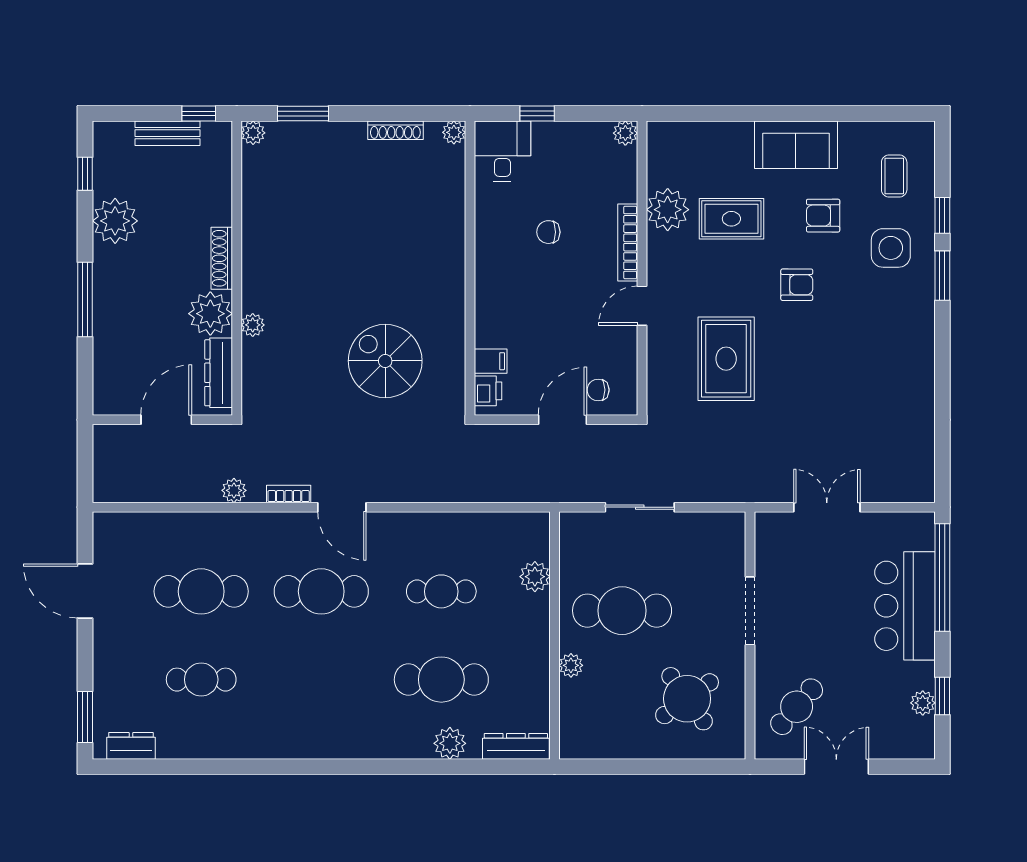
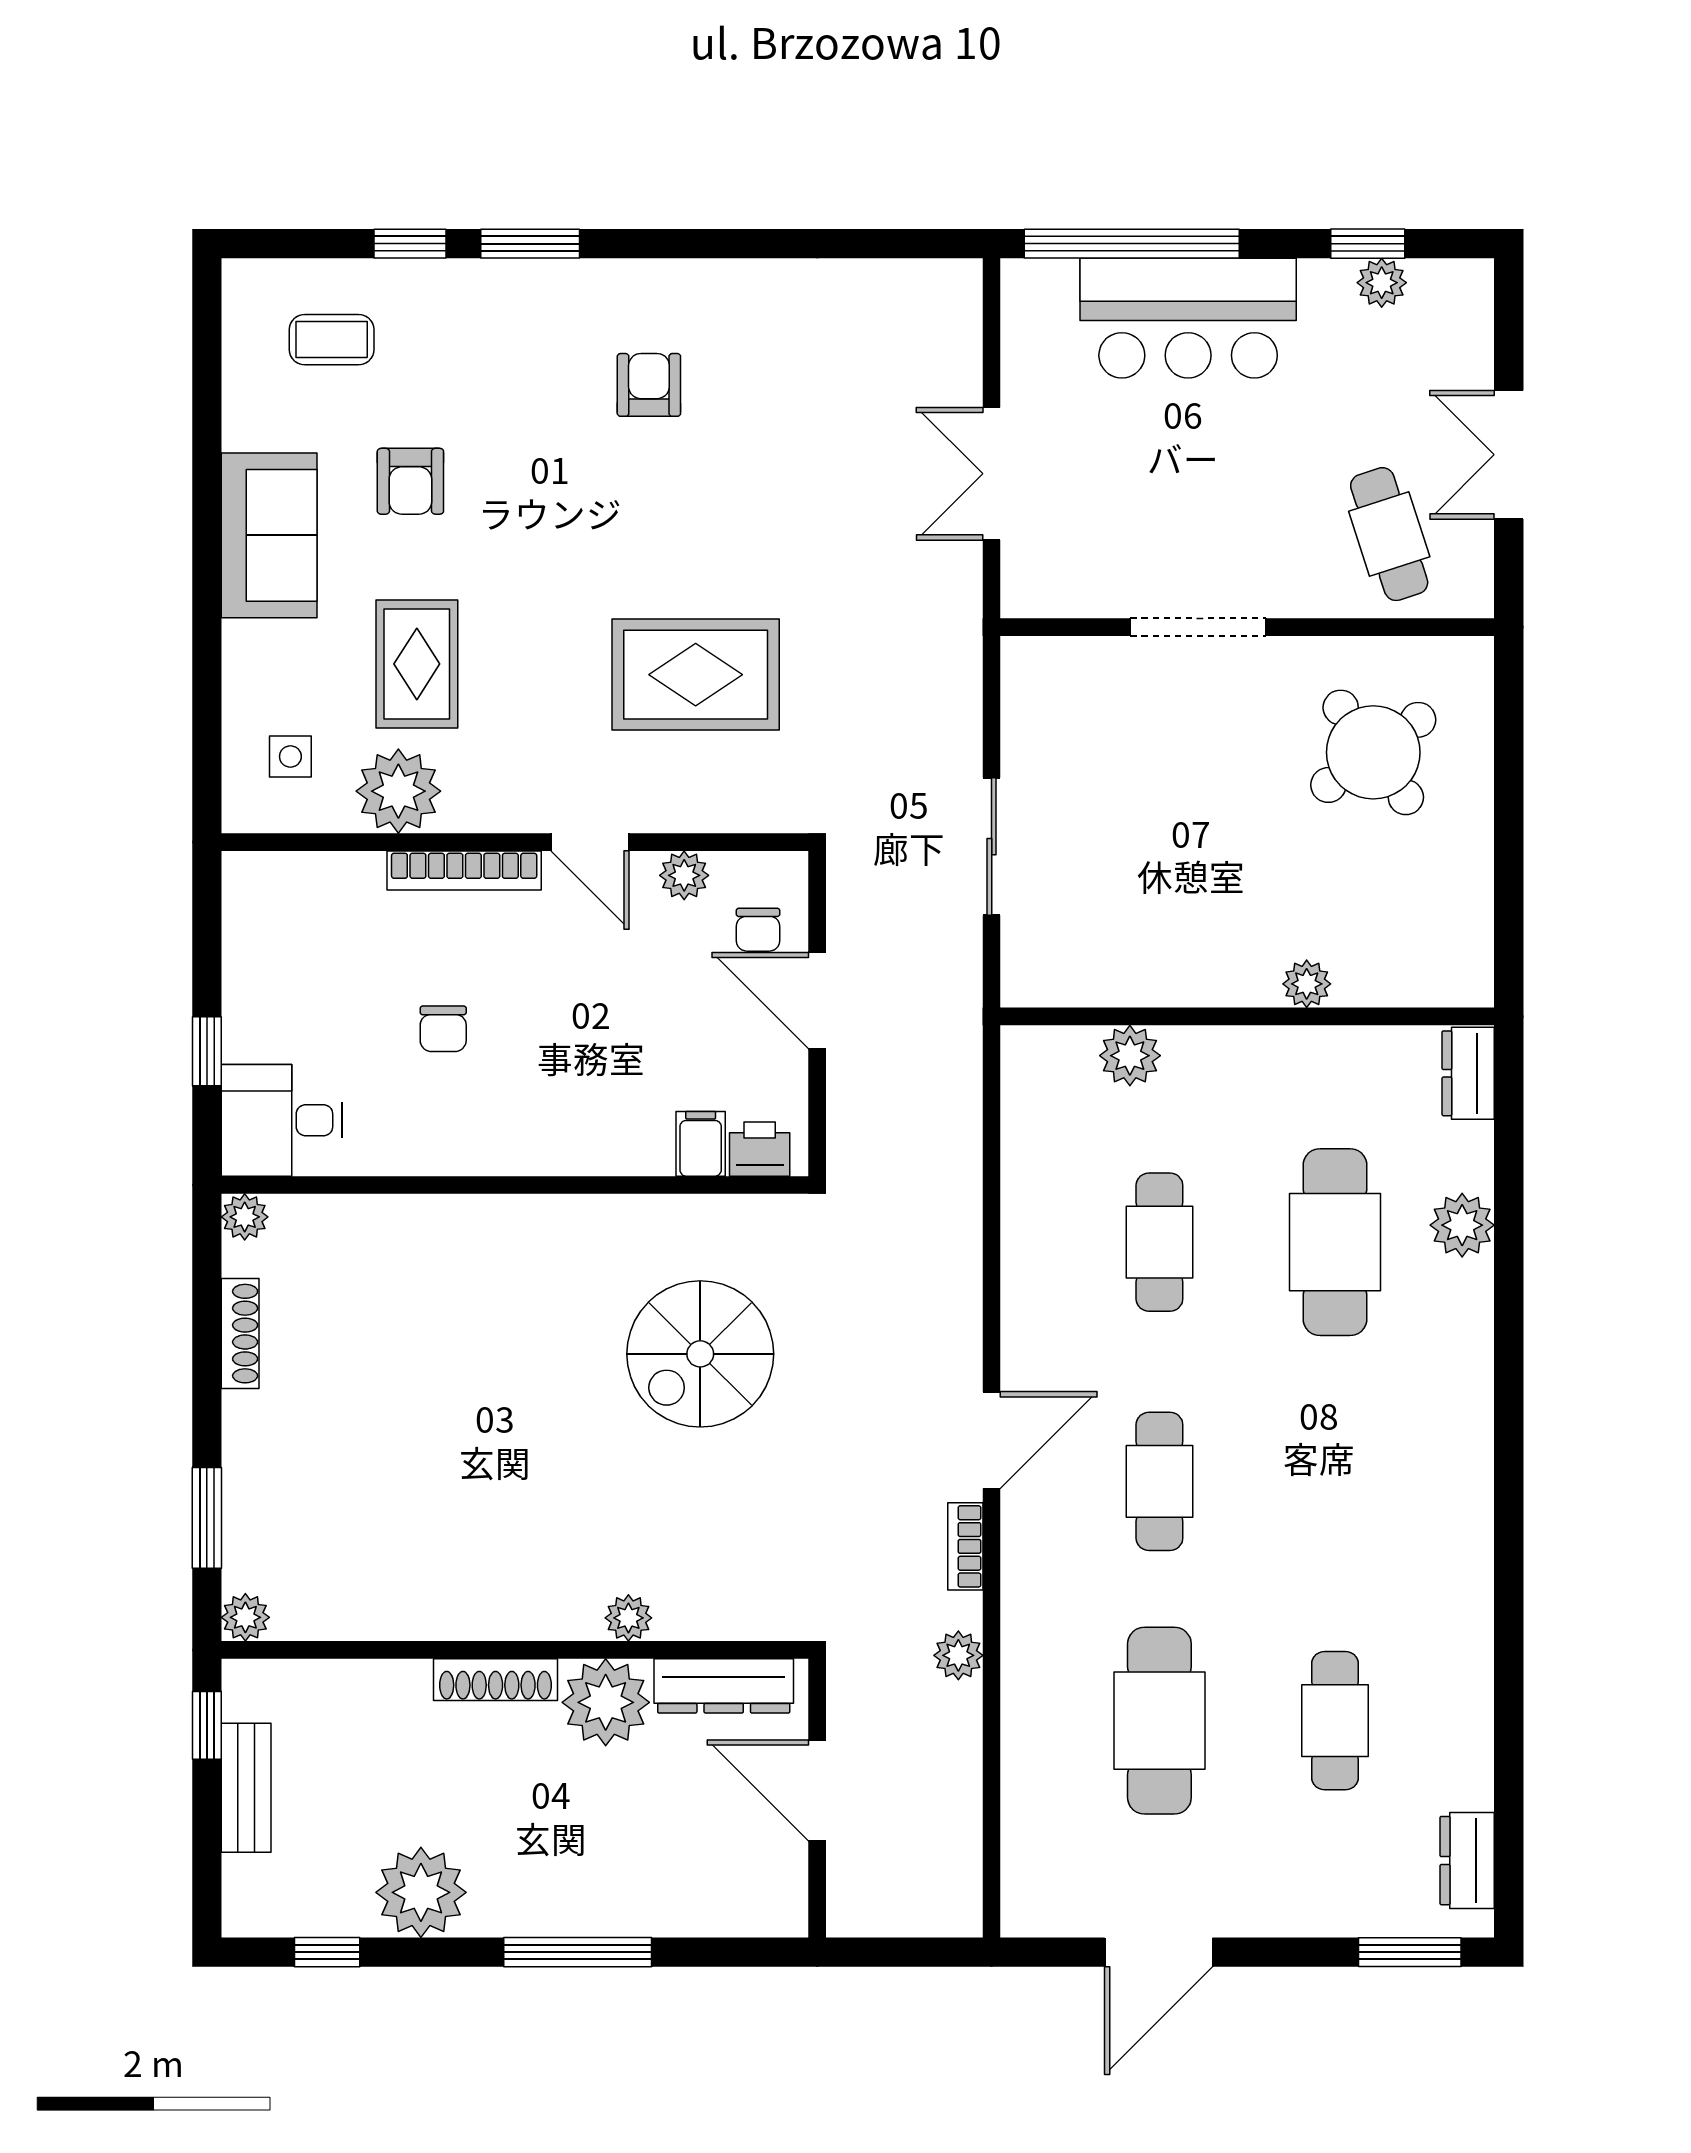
plant: (625, 133) -> (684, 875), moved
side table: (891, 248) -> (290, 757), moved, width x0.54, depth x0.54
armchair: (797, 285) -> (649, 385), moved
cafe table: (321, 591) -> (1159, 1481), width x0.73, depth x0.74
cafe table: (622, 611) -> (1198, 882), removed
cafe table: (797, 707) -> (1389, 534), turned 31
dresser: (516, 746) -> (1468, 1073), width x0.70

